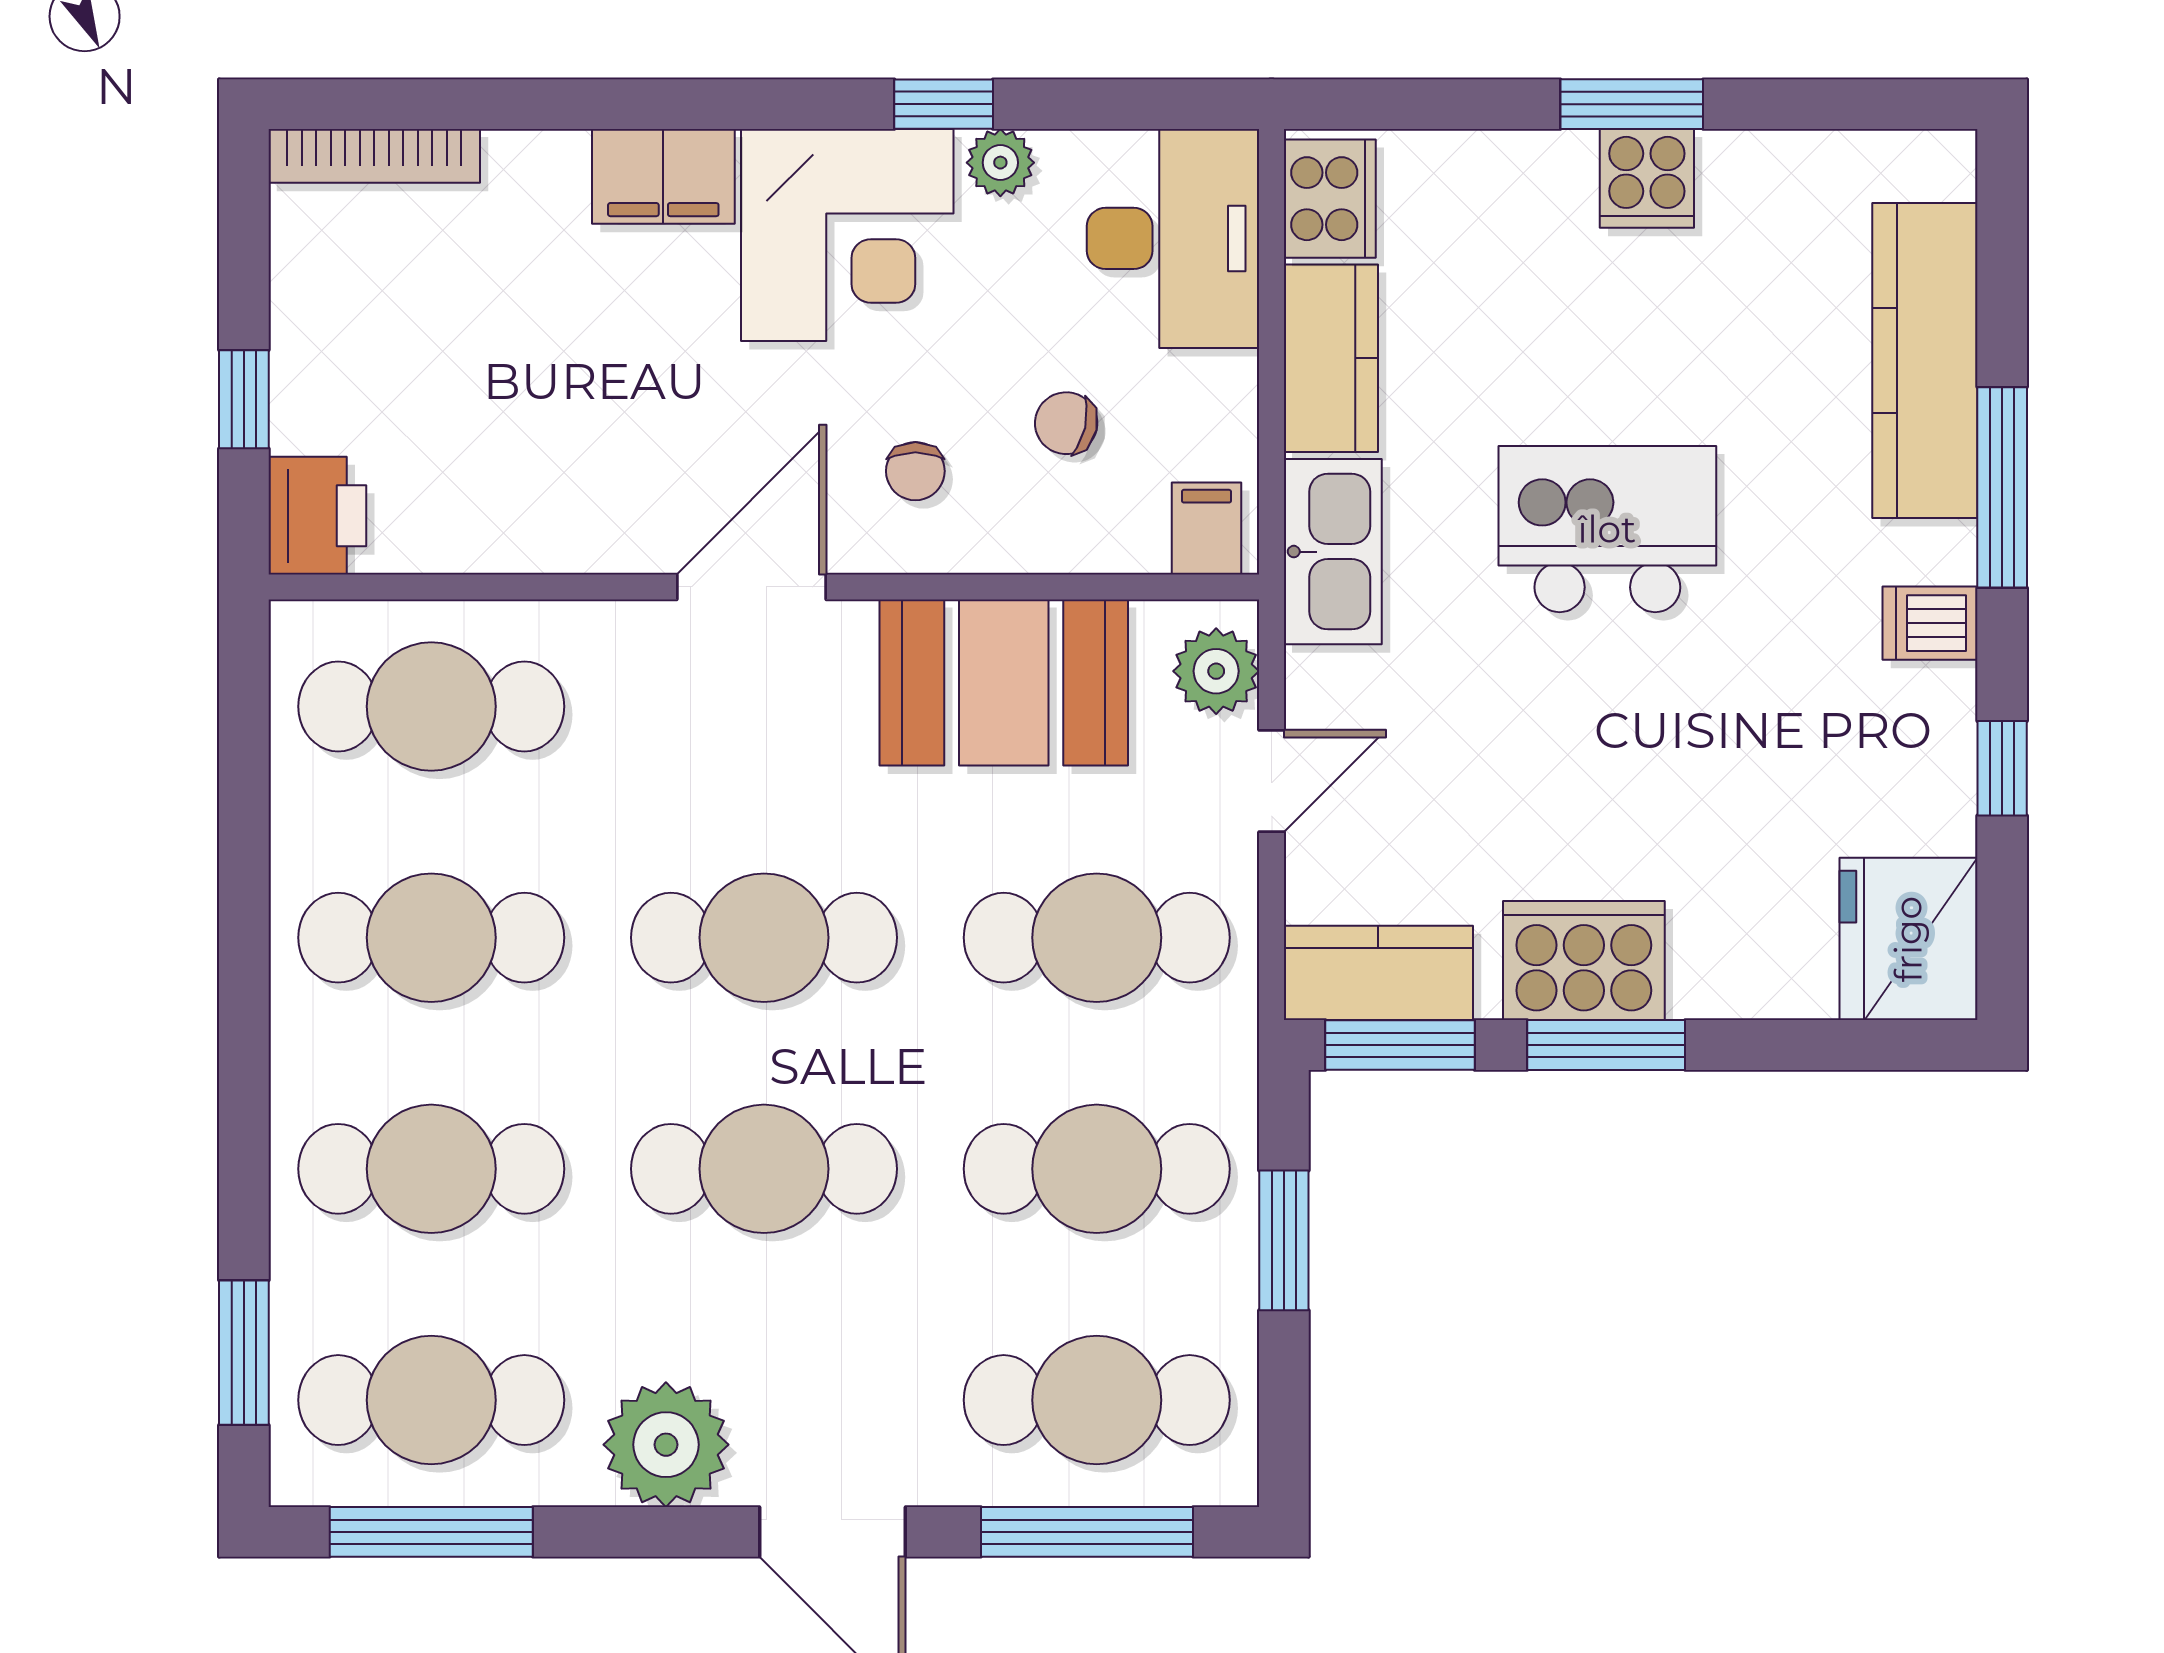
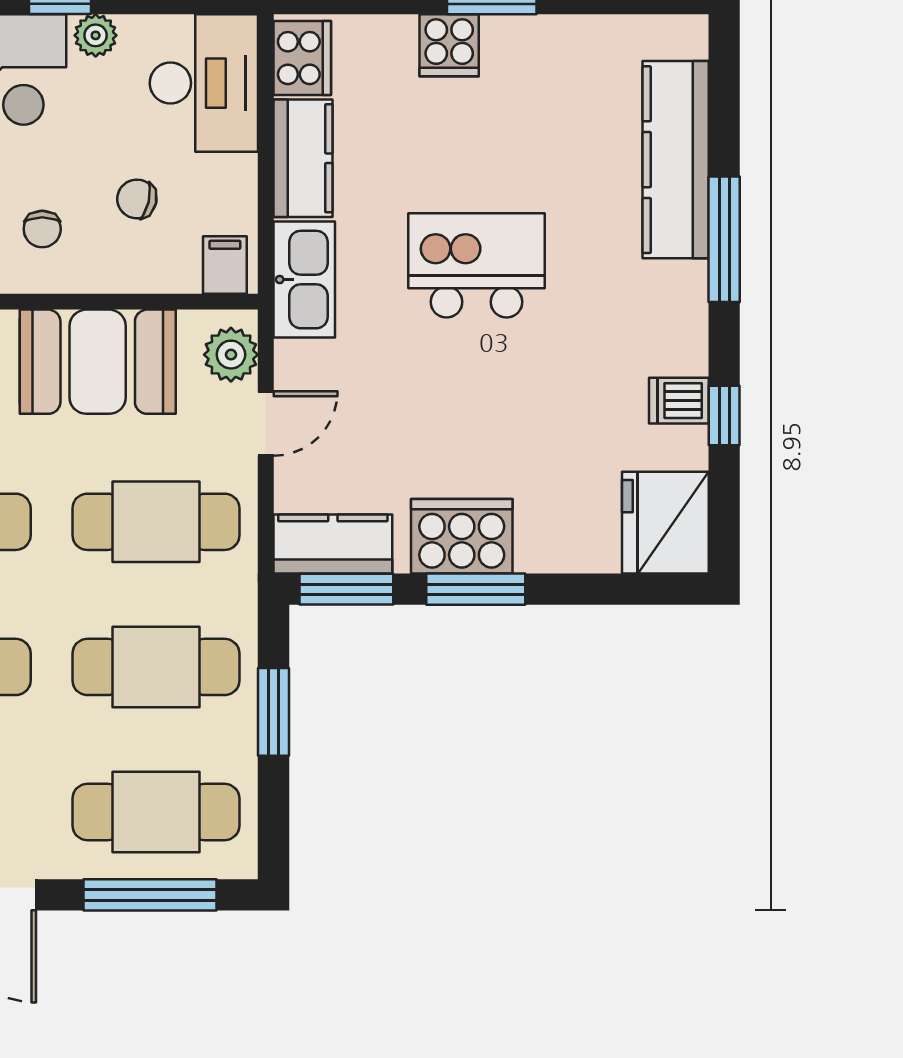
cooker: (1647, 178) -> (449, 45), moved
dishwasher: (1930, 623) -> (679, 401), moved

